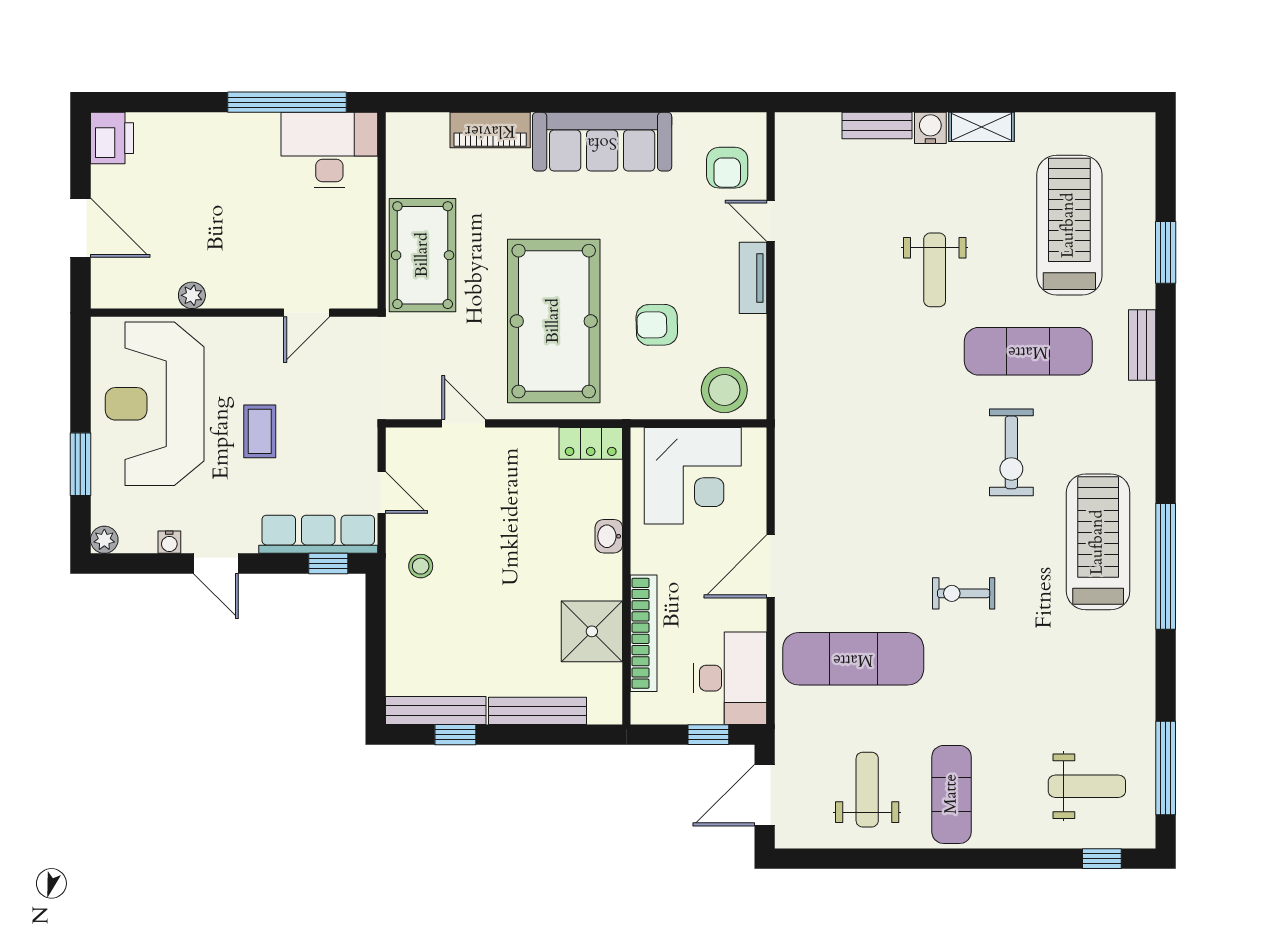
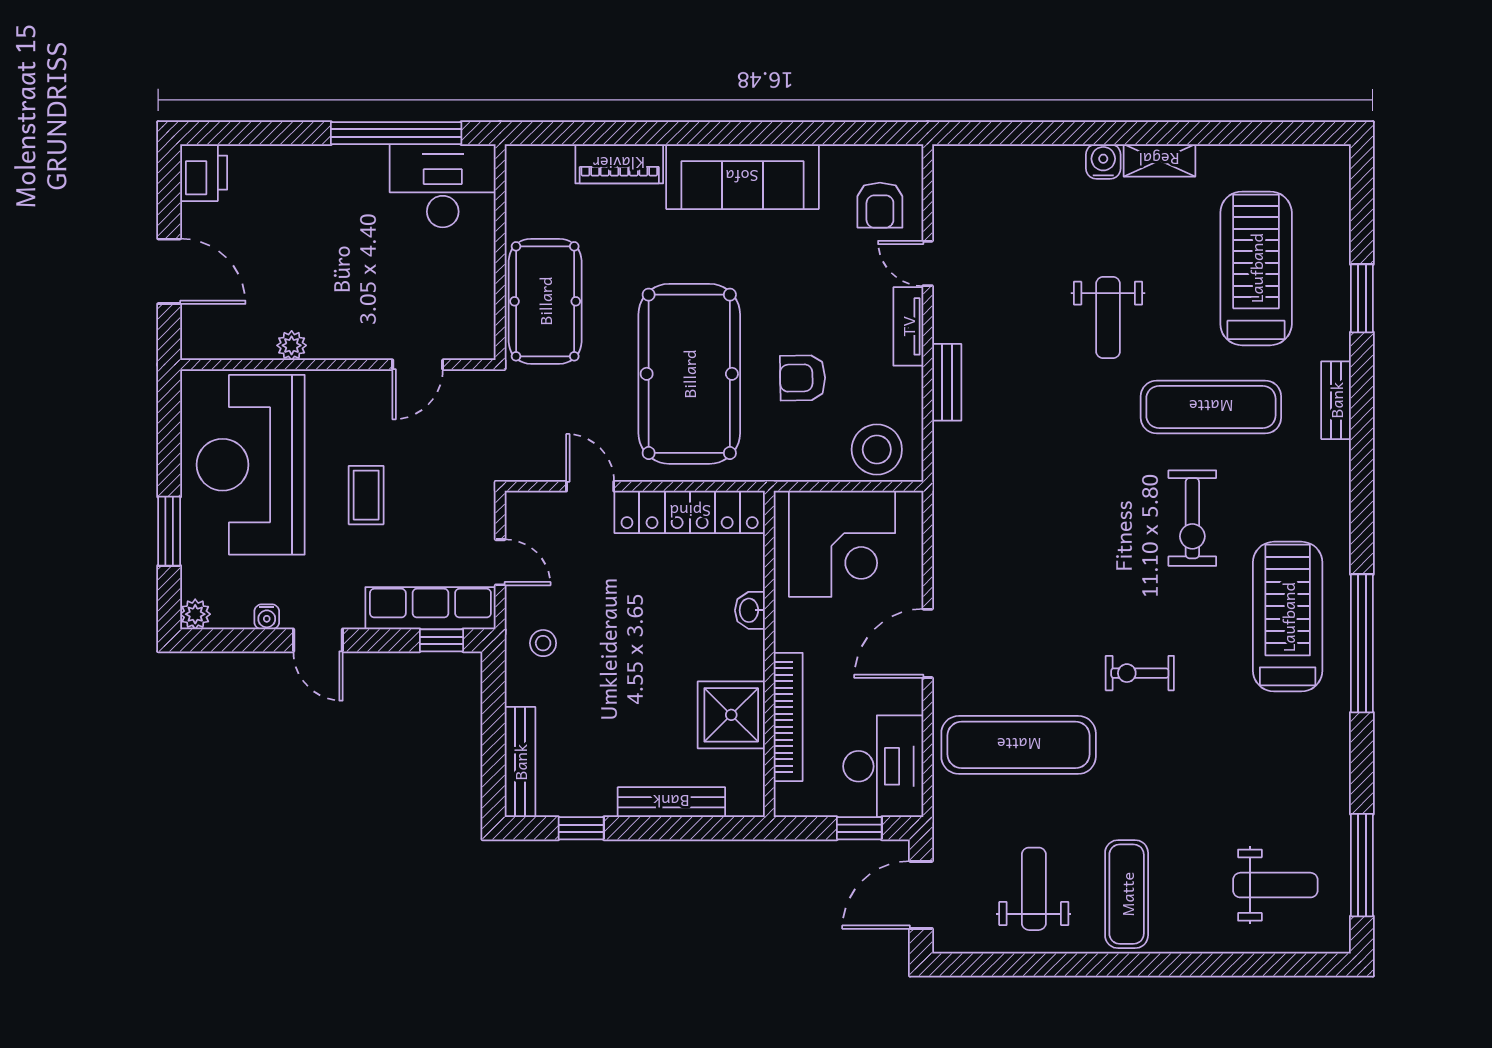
bench: (877, 125) -> (947, 382), moved, turned 90
locker: (591, 443) -> (690, 512), width x2.16, depth x1.21
bench: (436, 710) -> (520, 762), moved, turned 90
window: (1102, 859) -> (1292, 965), removed

